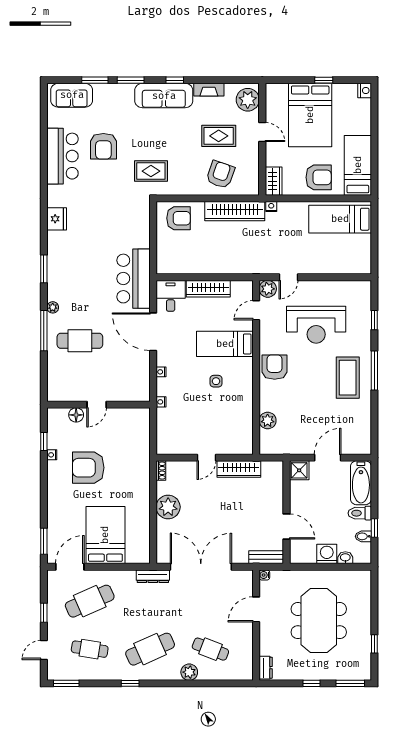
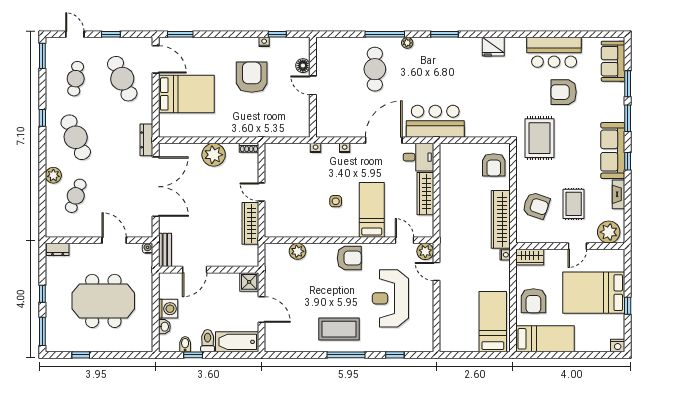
rug: (151, 171) -> (540, 138), width x1.36, depth x1.43

